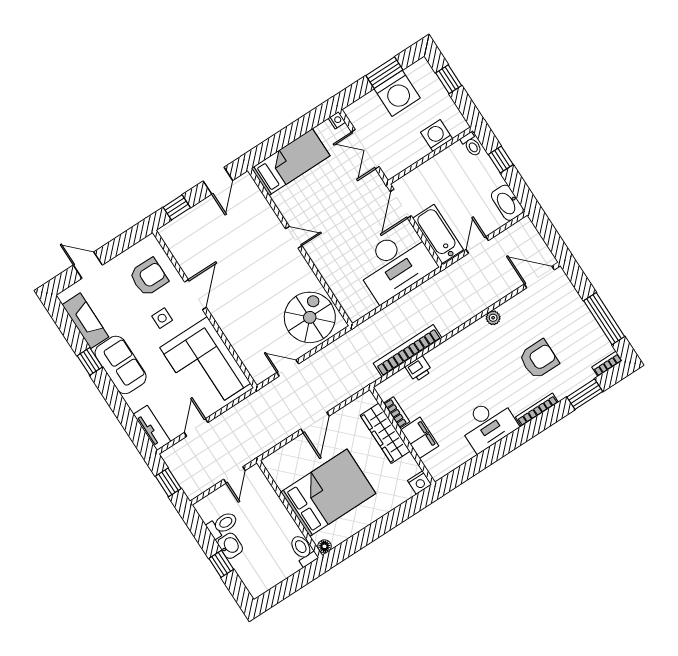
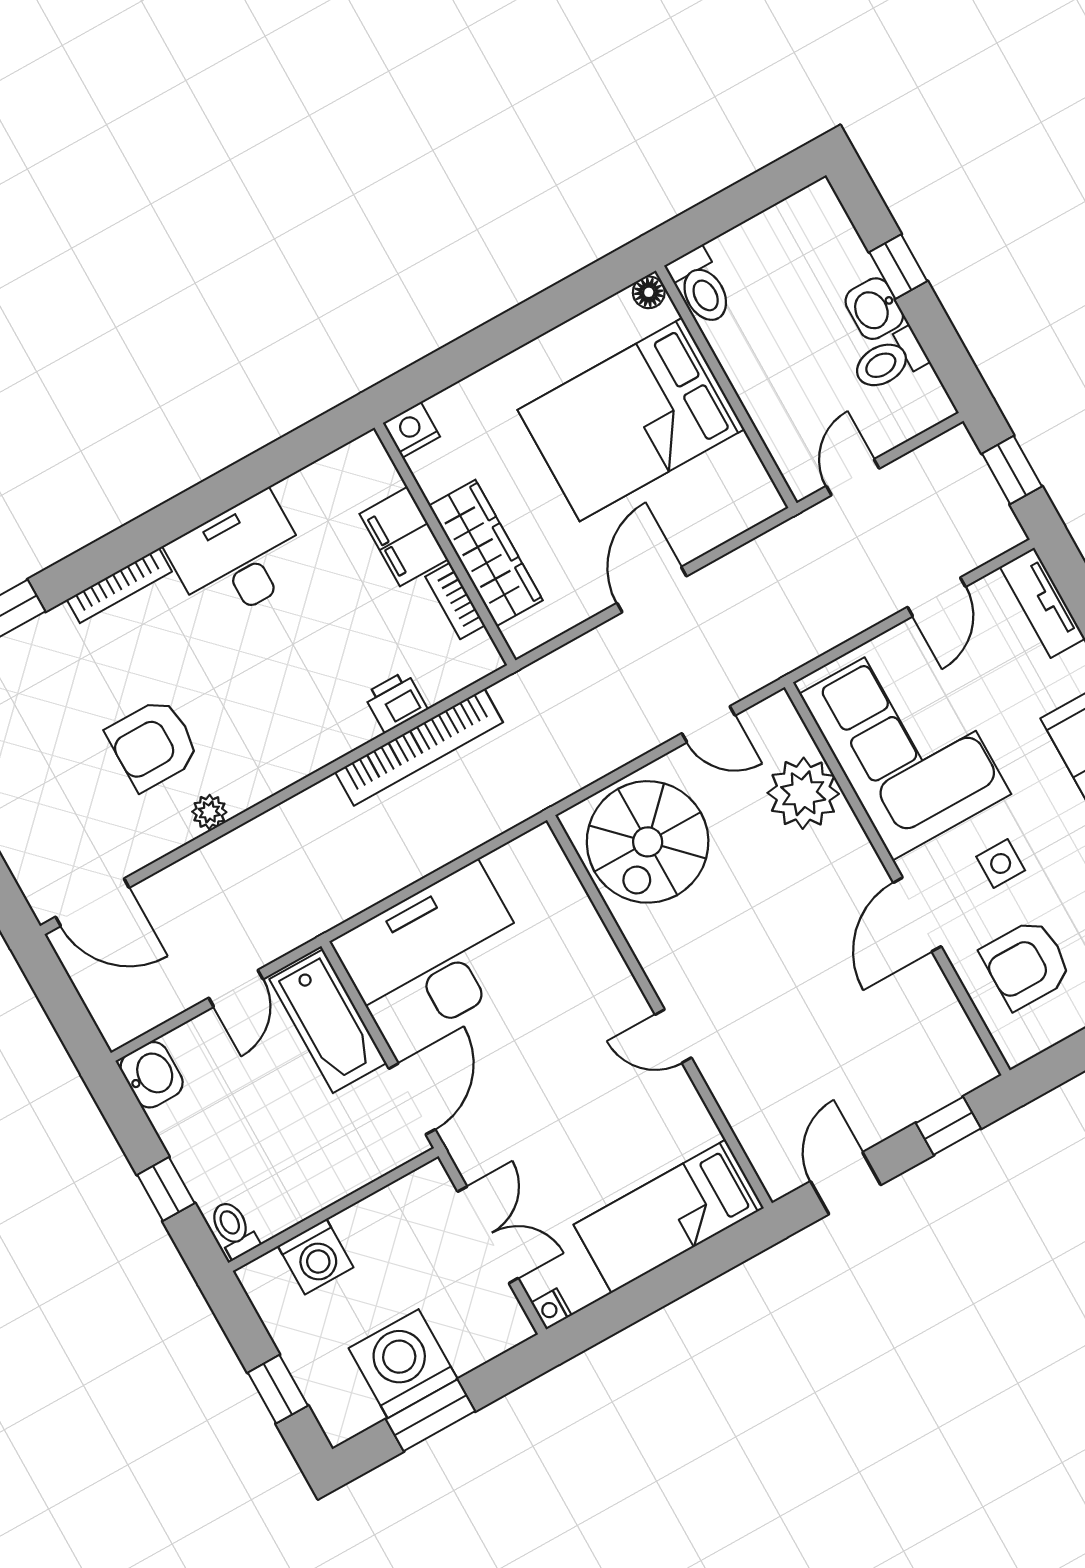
washbasin: (507, 203) -> (152, 1075), width x0.72
plant: (246, 342) -> (803, 793), added
armchair: (539, 359) -> (153, 744), moved

